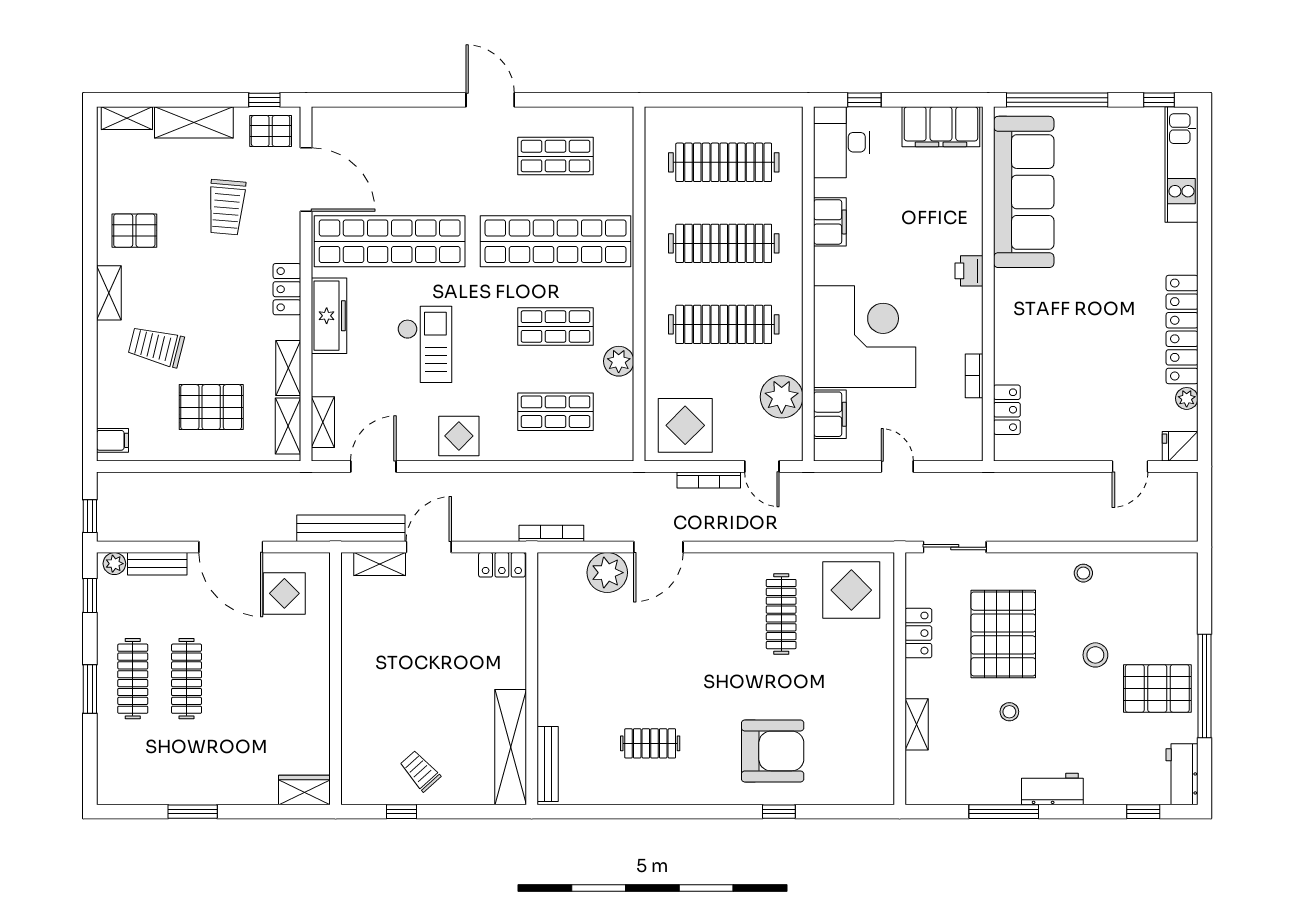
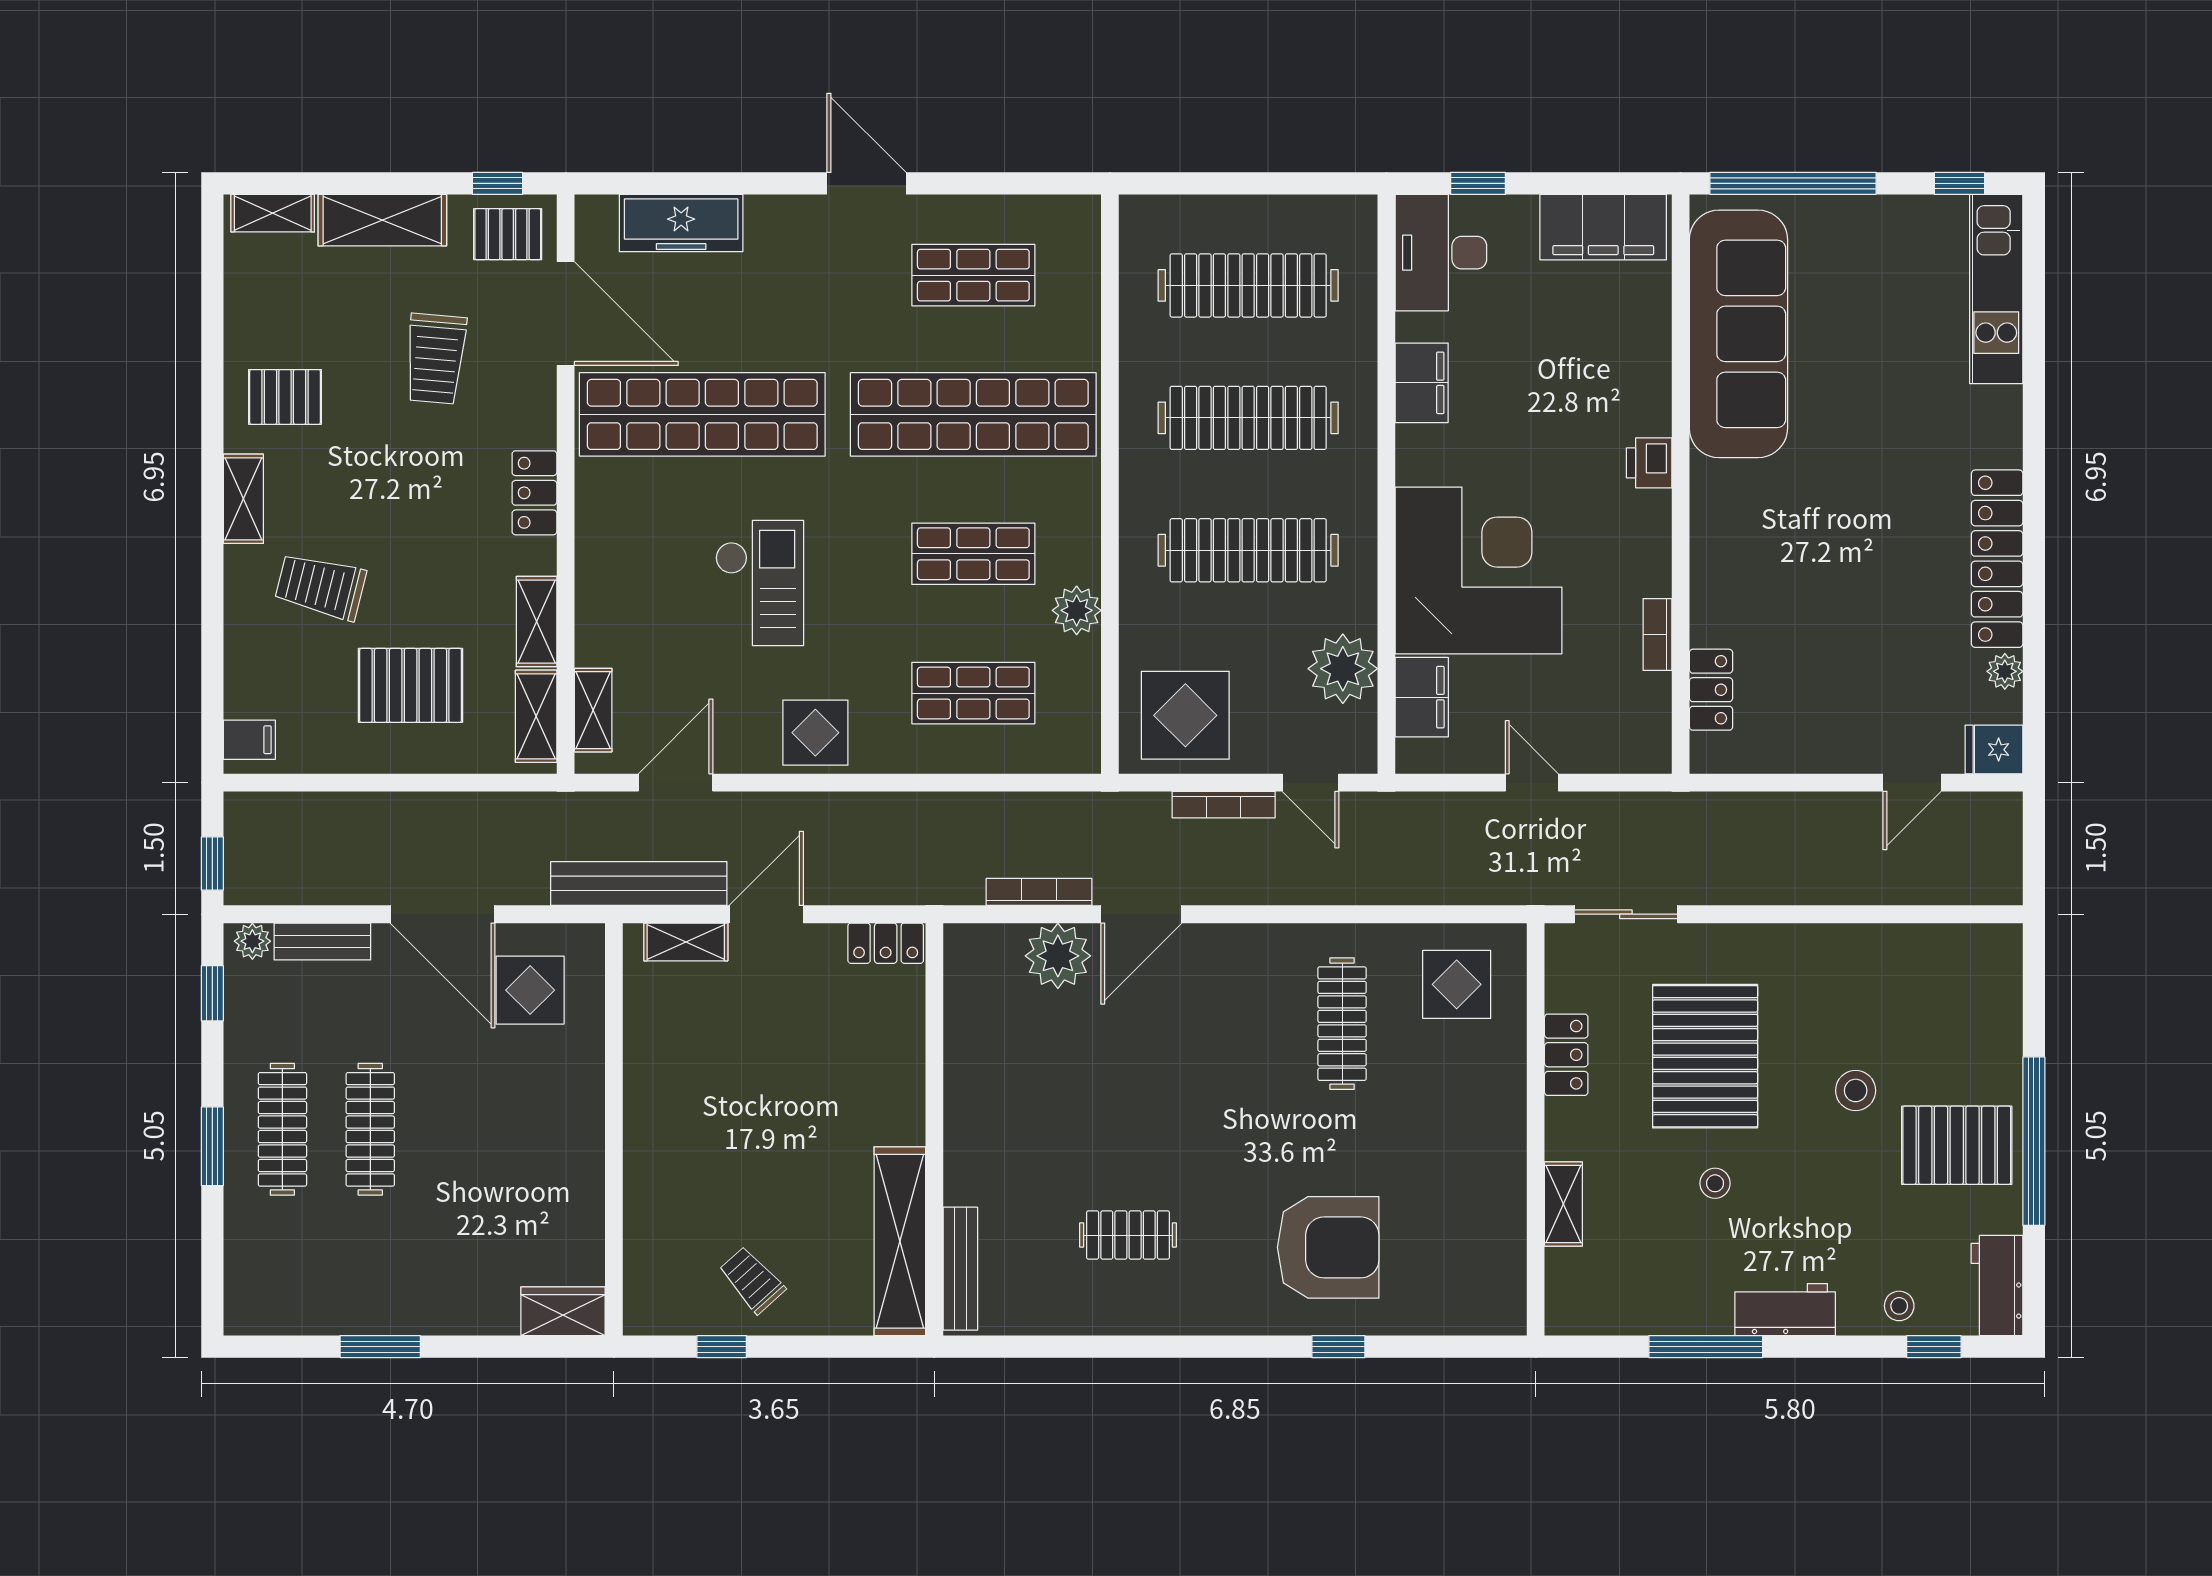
freezer: (329, 316) -> (681, 223), moved, turned 90
bookcase: (551, 533) -> (1039, 892), moved
stool: (1083, 573) -> (1899, 1306), moved
display table: (851, 590) -> (1457, 984), width x0.73, depth x0.73

